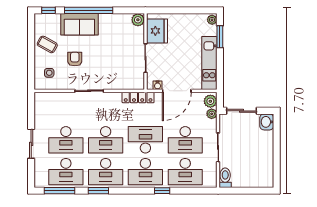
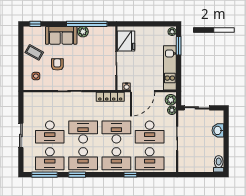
window: (89, 10) -> (87, 24), moved
plant: (138, 20) -> (83, 32), moved
washbasin: (267, 122) -> (218, 130), moved
desk: (106, 140) -> (83, 132), turned 180
toilet: (225, 178) -> (219, 164), moved

